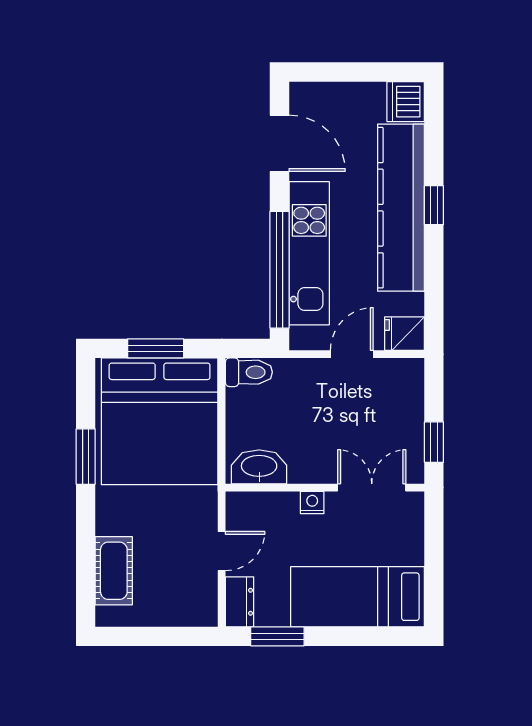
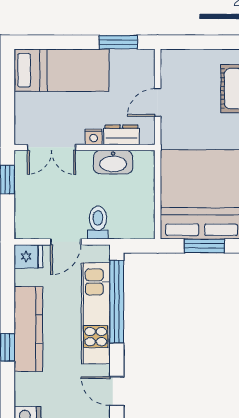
door: (280, 143) -> (117, 391), width x0.73
kitchen counter: (401, 208) -> (28, 329), width x0.72, depth x0.86
toilet: (249, 372) -> (98, 223), moved, turned 90
washbasin: (259, 467) -> (113, 162), moved
dresser: (240, 602) -> (121, 135), moved, turned 90

